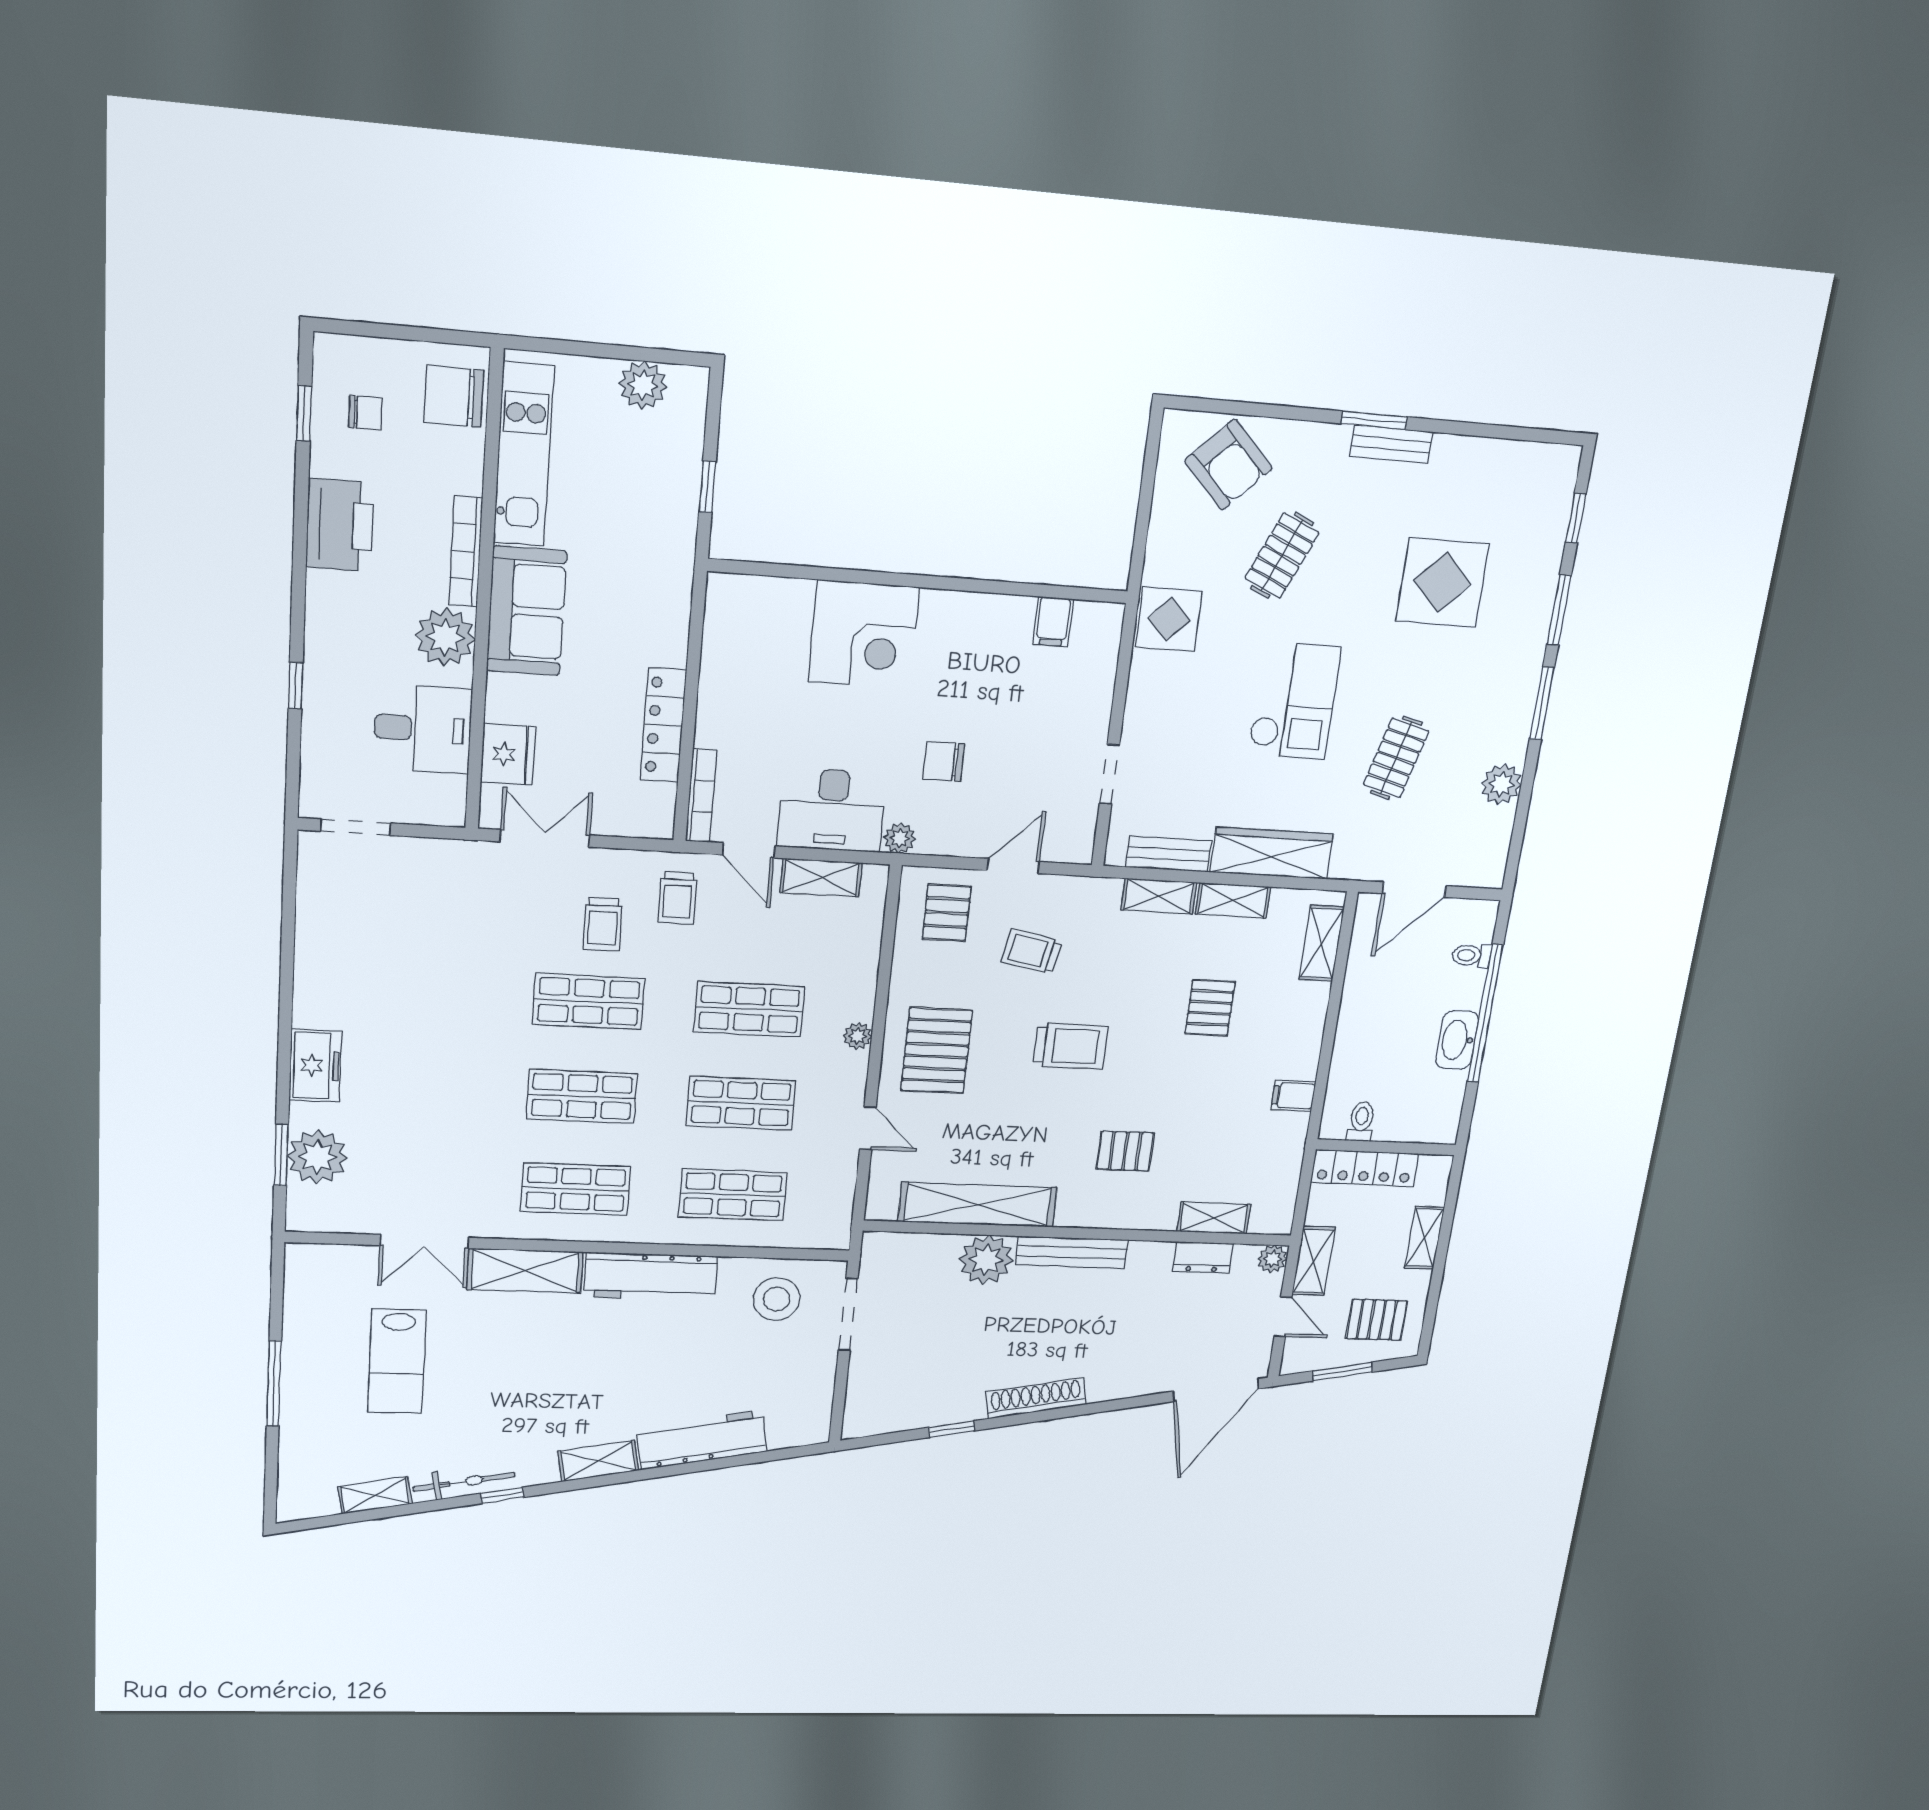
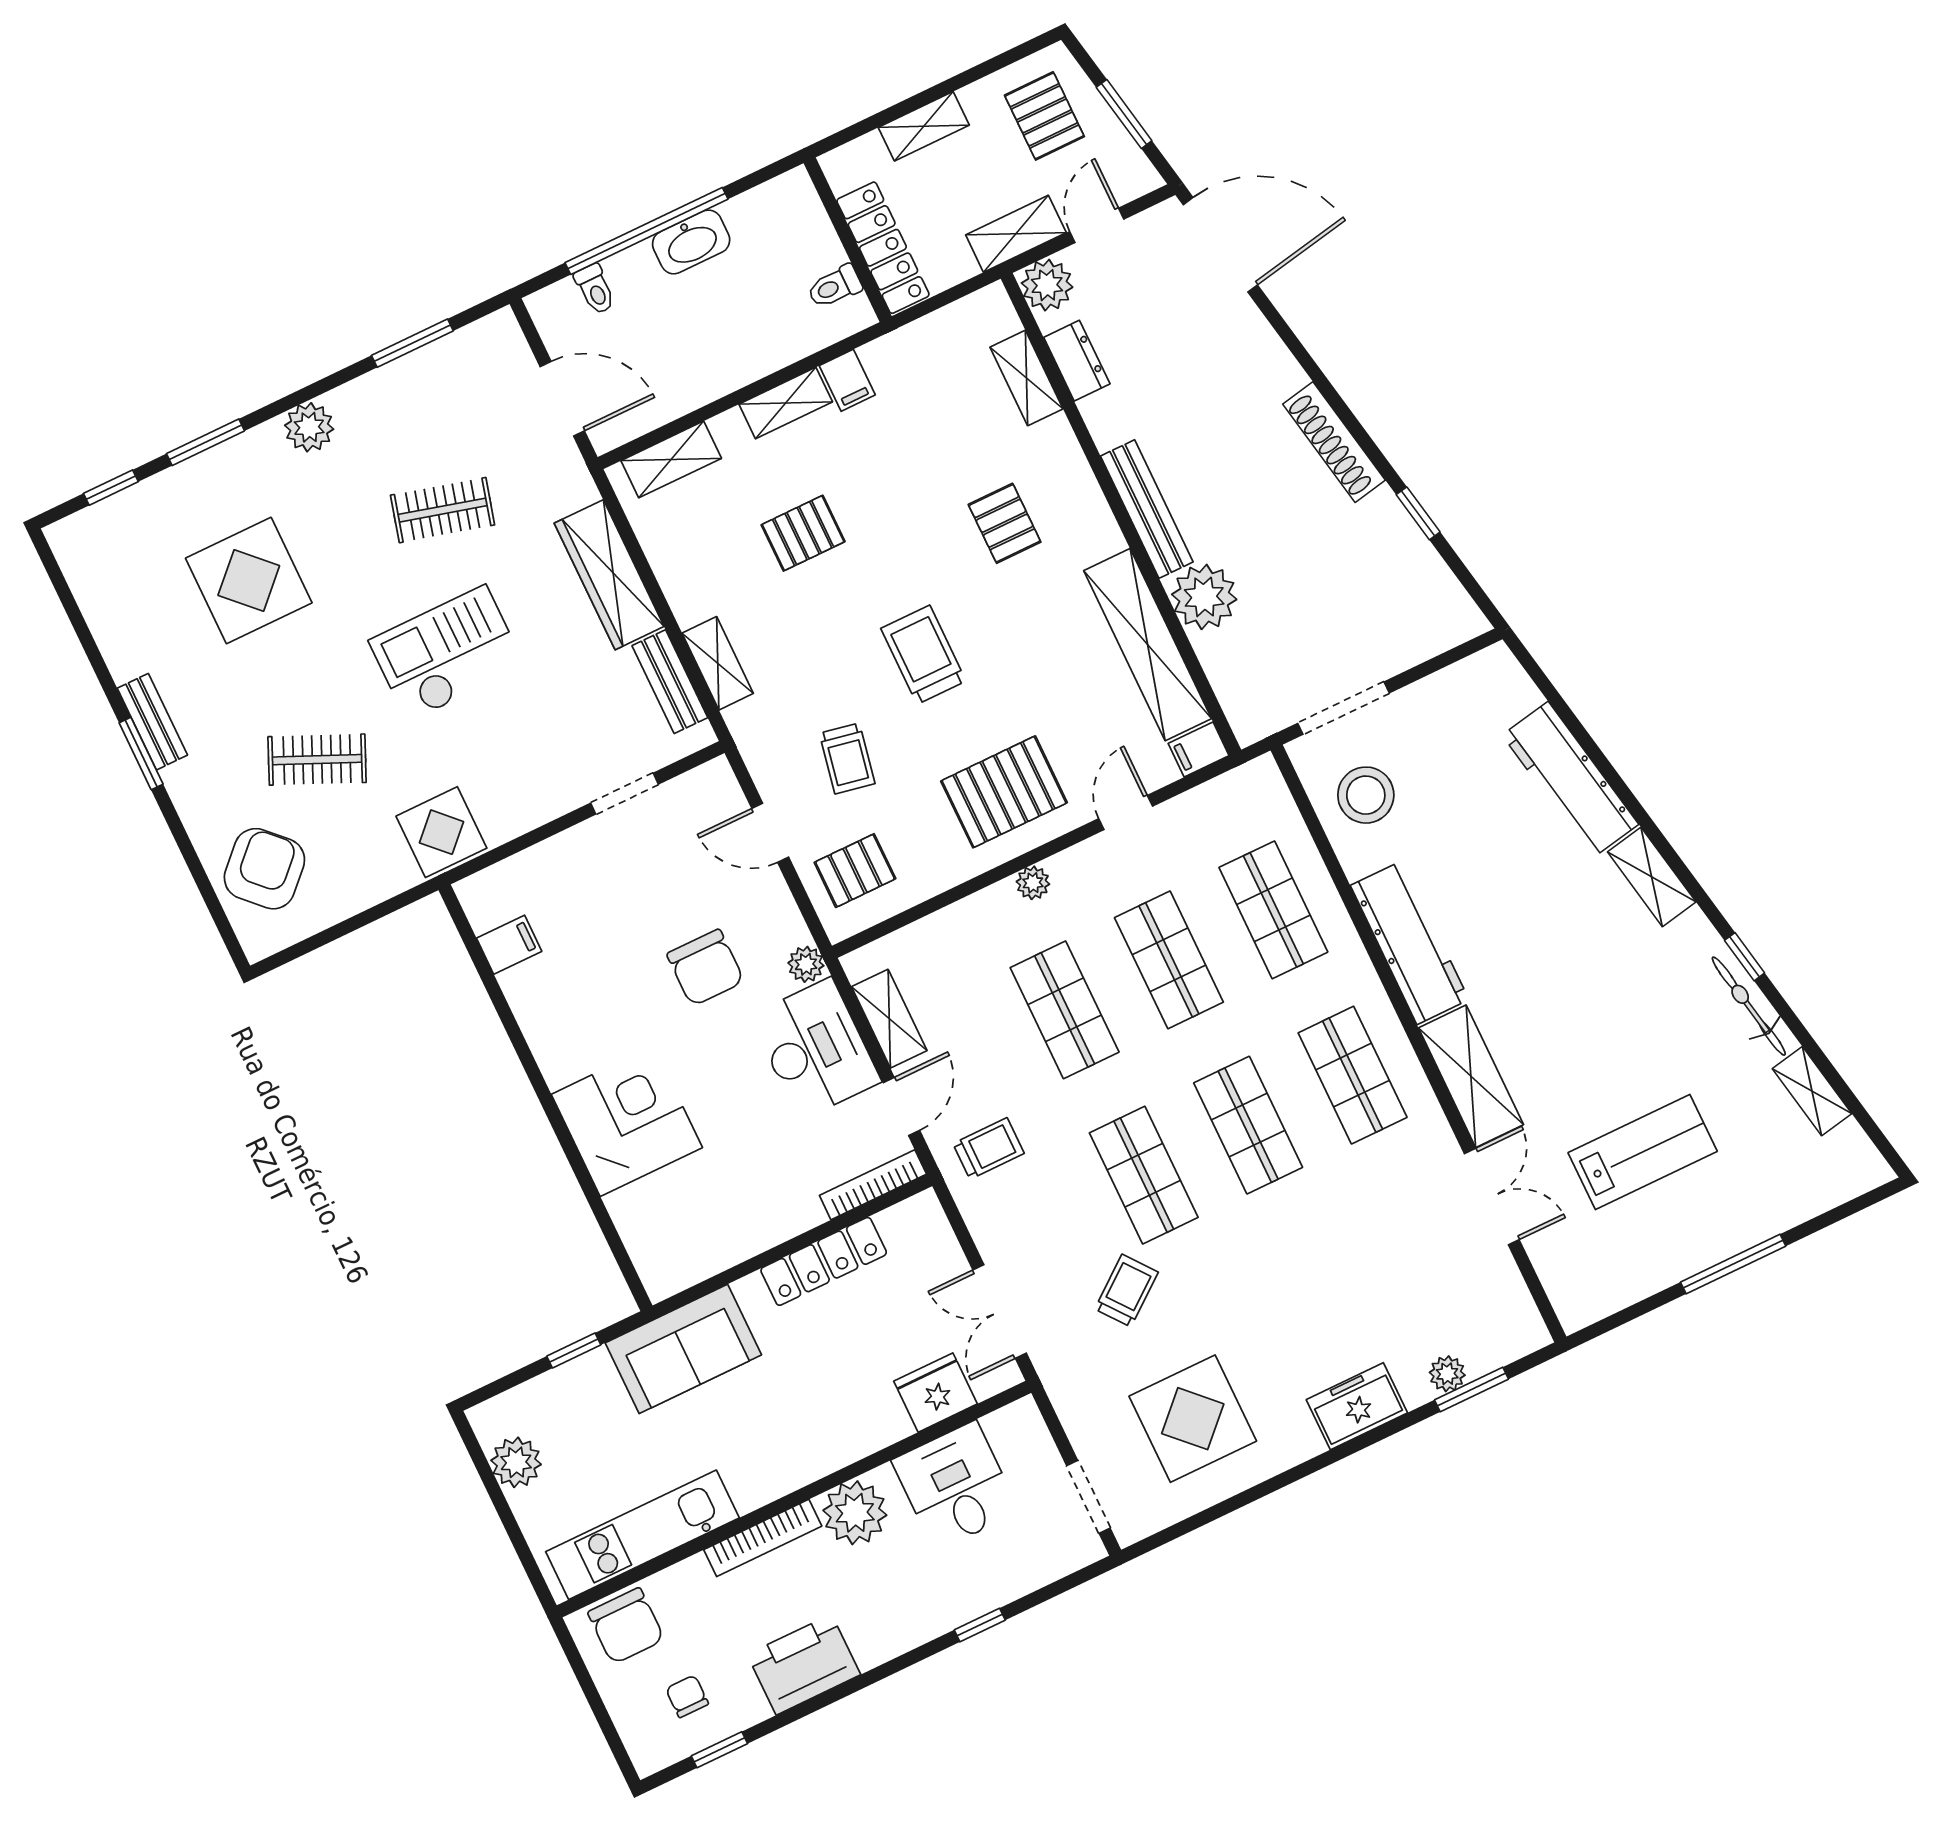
sofa: (527, 611) -> (683, 1349), moved, turned 180
window: (1542, 703) -> (412, 343), moved
chair: (944, 762) -> (706, 968), width x1.37, depth x1.37
plant: (1501, 784) -> (309, 427), moved
shelving: (1233, 900) -> (786, 403), moved, turned 90
trolley: (603, 924) -> (1126, 1291), moved, turned -38
display table: (375, 939) -> (1193, 1419), added
plant: (317, 1157) -> (1447, 1374), width x0.53, depth x0.53
filing cabinet: (881, 1202) -> (1199, 749), added
plant: (1272, 1259) -> (1047, 285), width x1.38, depth x1.38

